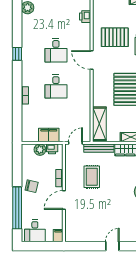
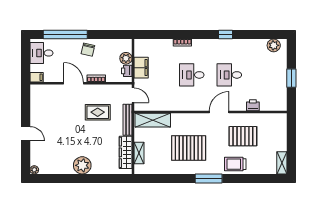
printer: (85, 17) -> (253, 105), moved
pallet: (115, 37) -> (243, 136), turned 90

